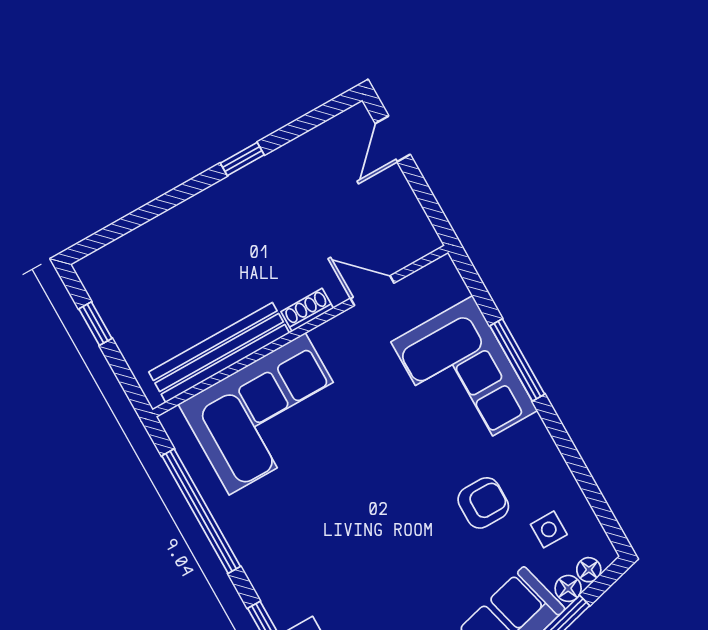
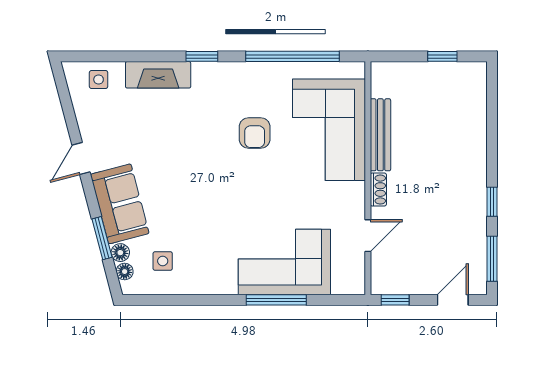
window: (314, 119) -> (492, 259), added
door: (393, 139) -> (453, 300), hinge flipped
window: (433, 211) -> (395, 300), added
bench: (219, 353) -> (380, 135), width x0.73, depth x0.82
armchair: (483, 503) -> (255, 133), moved

